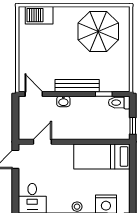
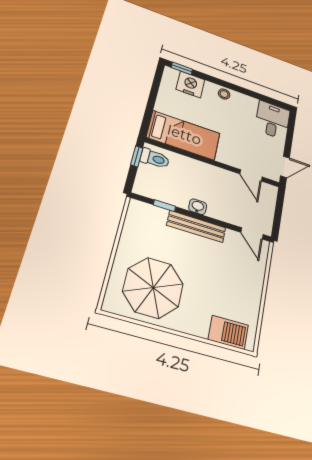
washbasin: (63, 101) -> (198, 207), moved
toilet: (119, 103) -> (155, 159), moved
door: (42, 142) -> (251, 175), hinge flipped

